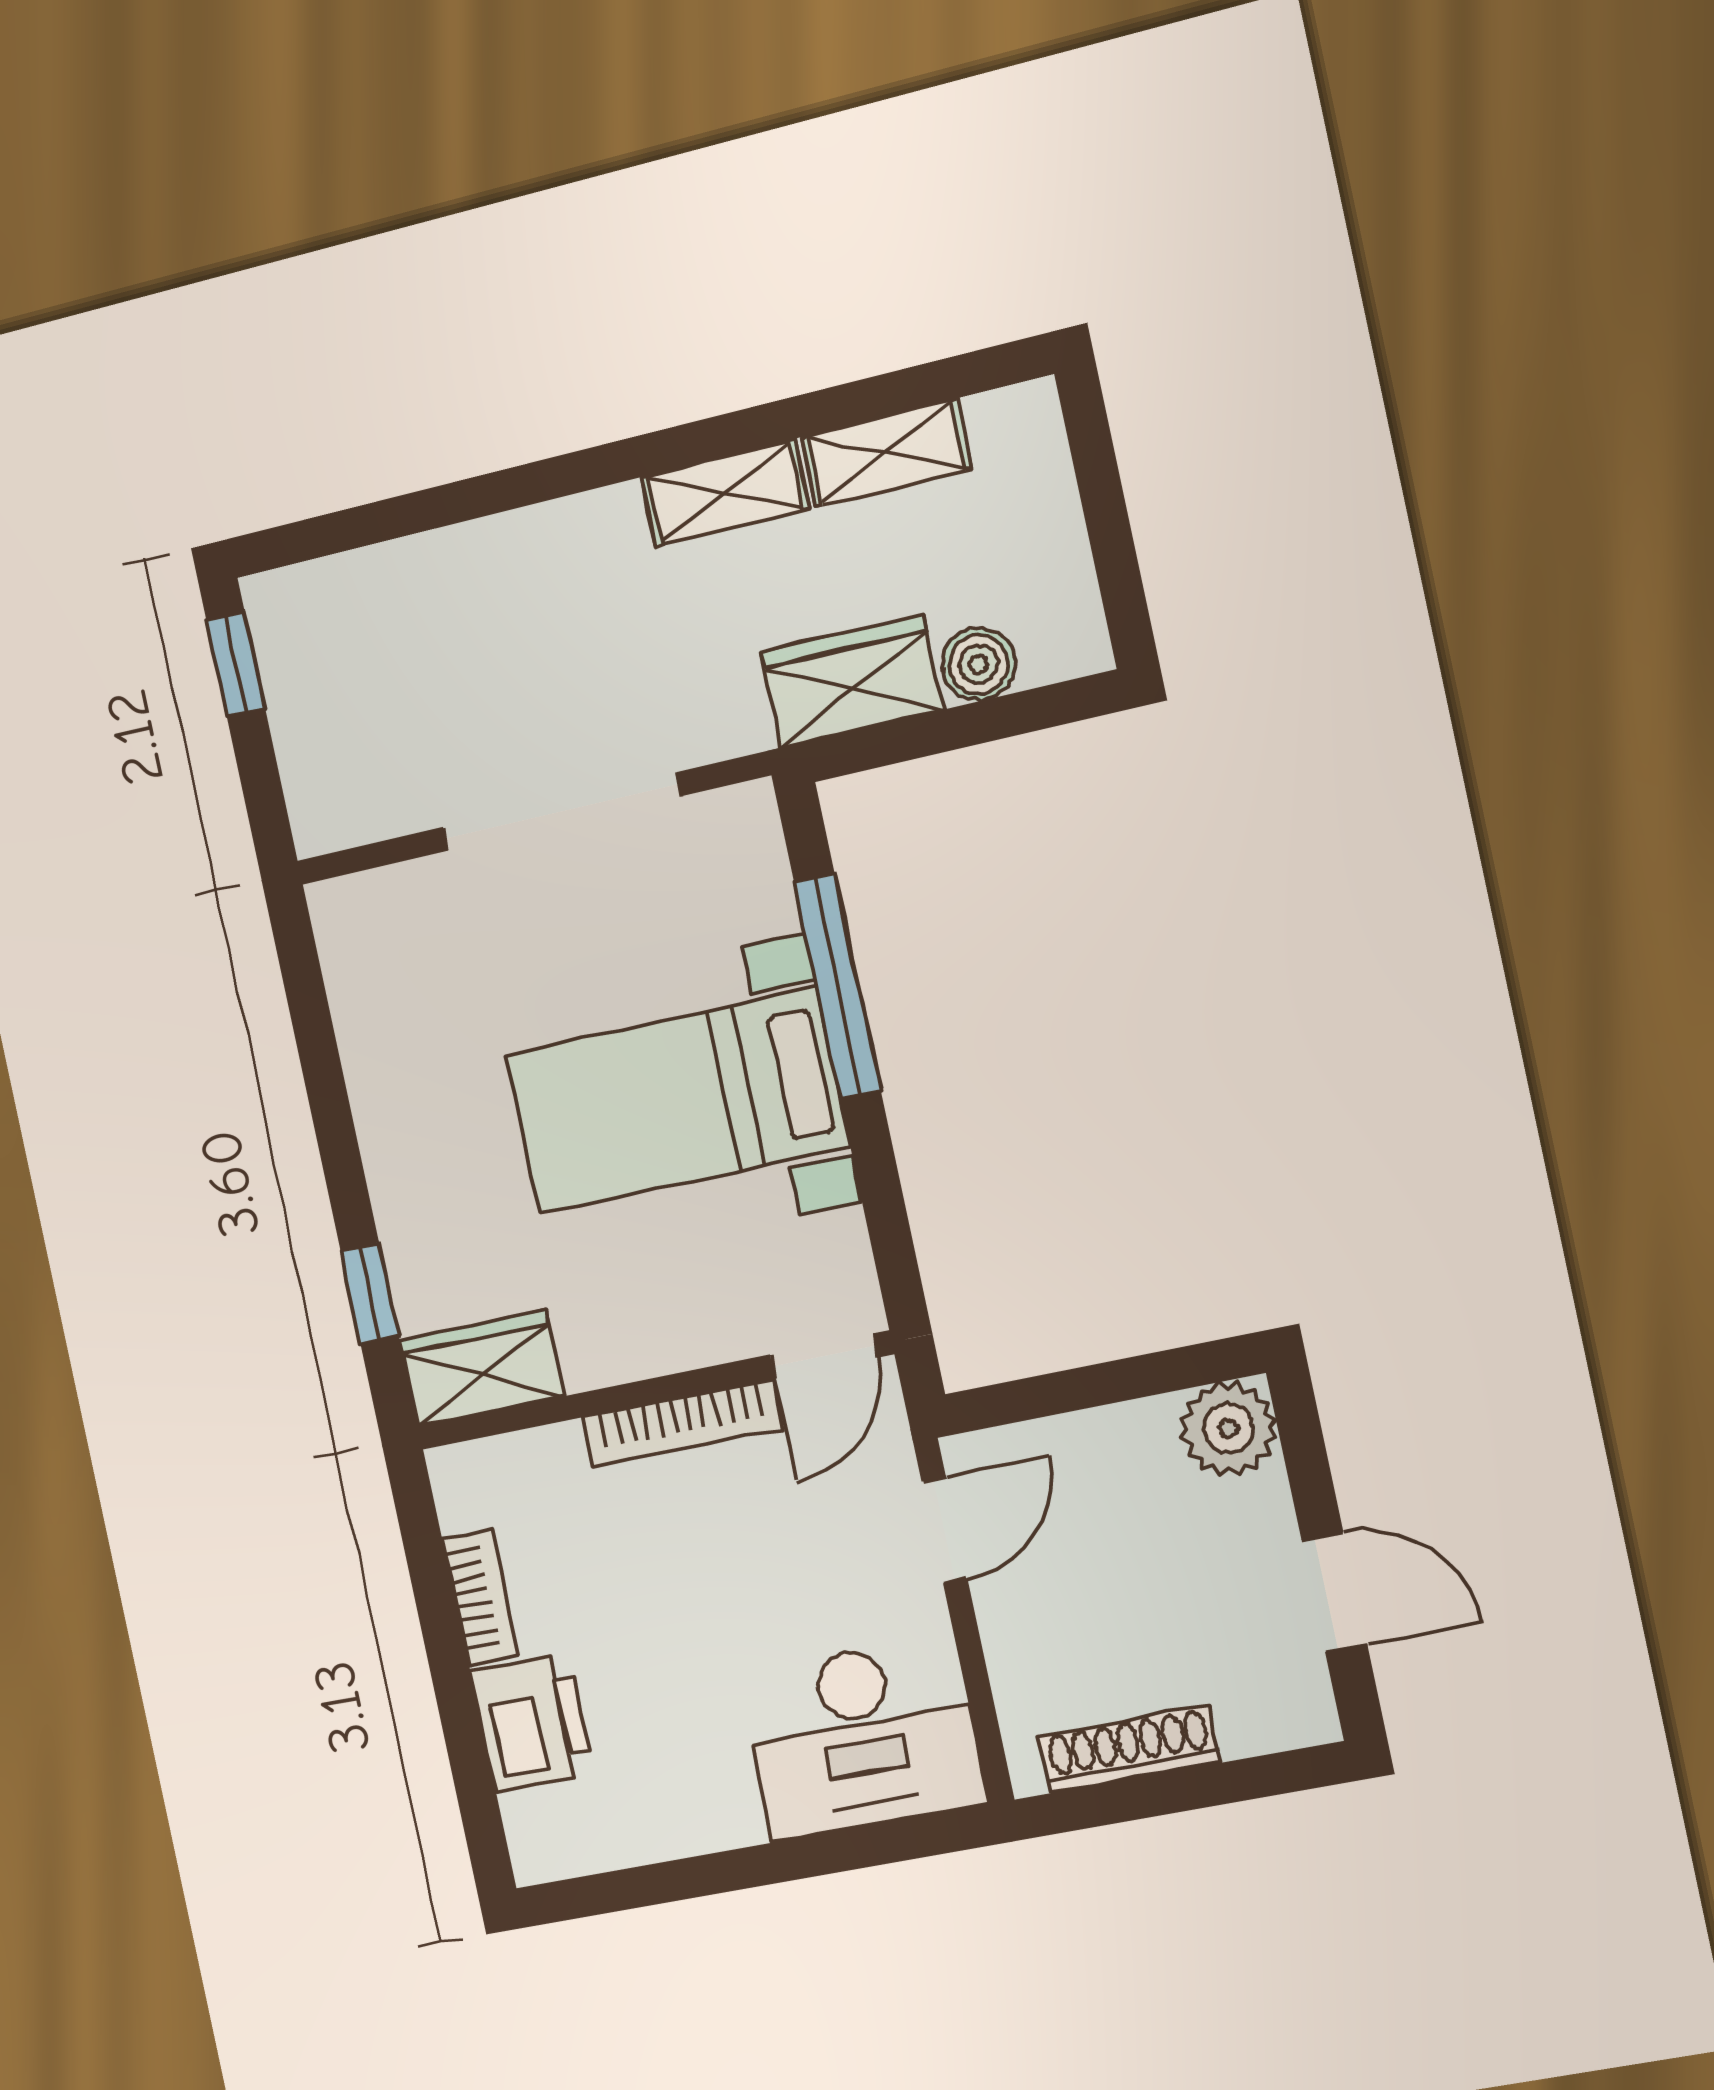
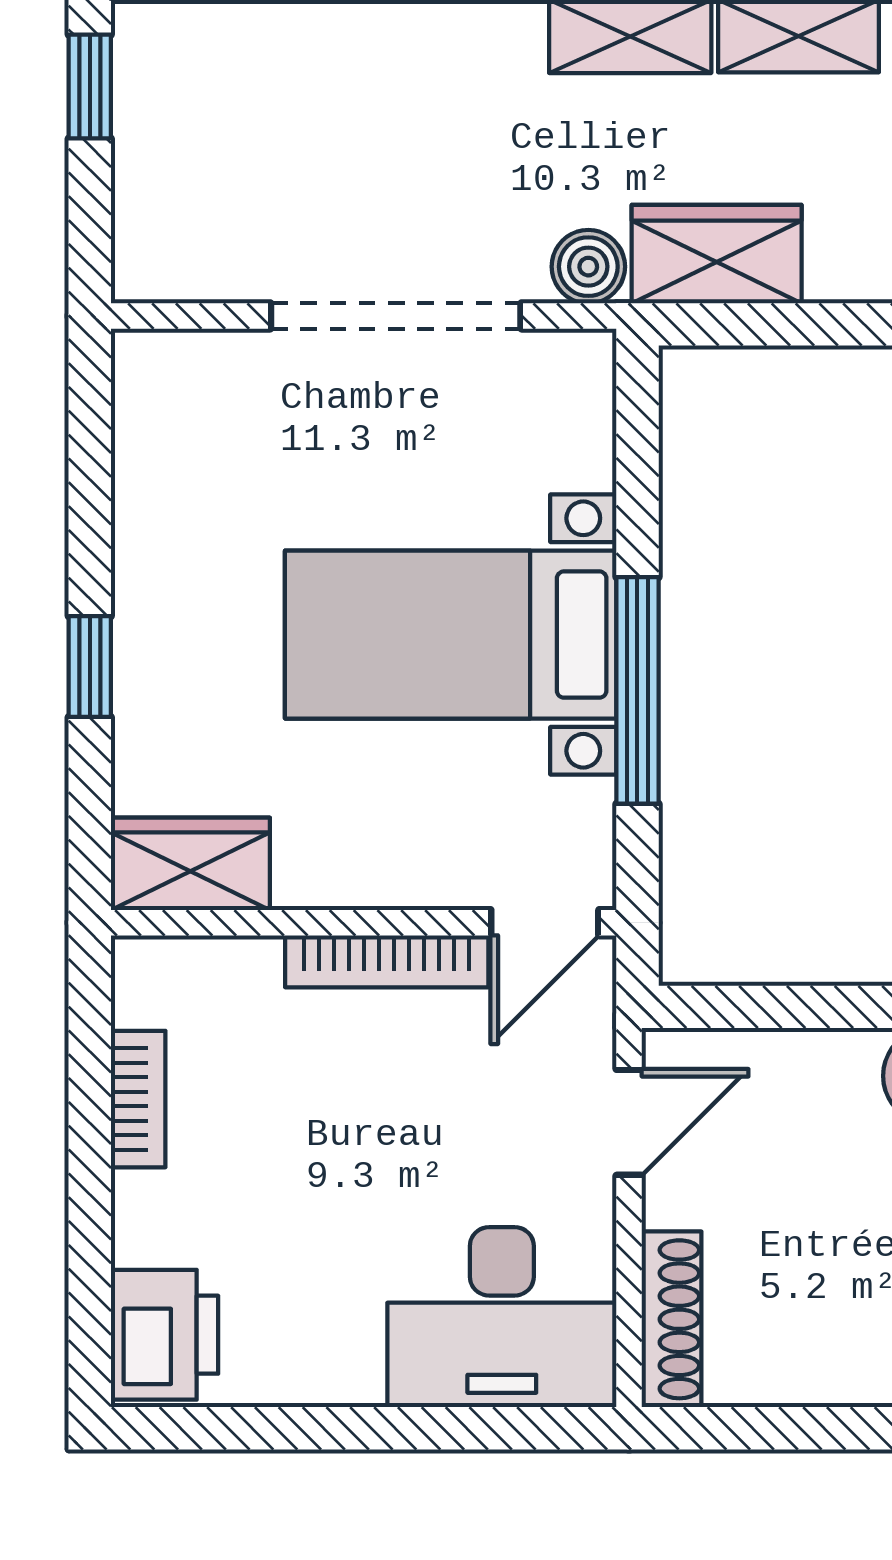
boiler: (979, 664) -> (588, 267), moved
window: (837, 987) -> (637, 690), moved
window: (370, 1293) -> (90, 667), moved
printer: (532, 1723) -> (165, 1335), moved
shoe rack: (1129, 1749) -> (672, 1319), moved, turned 90

